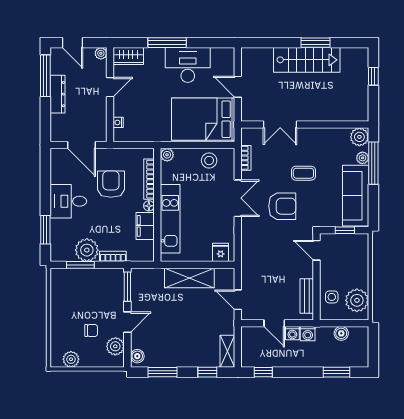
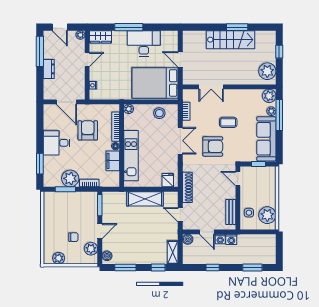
dresser: (58, 94) -> (49, 69), width x0.70
plant: (357, 103) -> (267, 71), added
shoe rack: (247, 262) -> (187, 187), added
boiler: (341, 333) -> (188, 239), moved
window: (263, 372) -> (213, 268), moved

